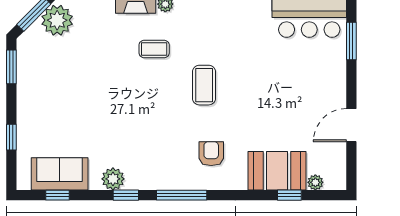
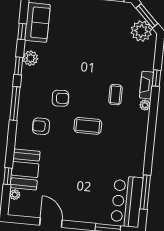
armchair: (167, 129) -> (60, 98), added
armchair: (211, 154) -> (41, 126), turned 180
window: (57, 195) -> (22, 31), moved

